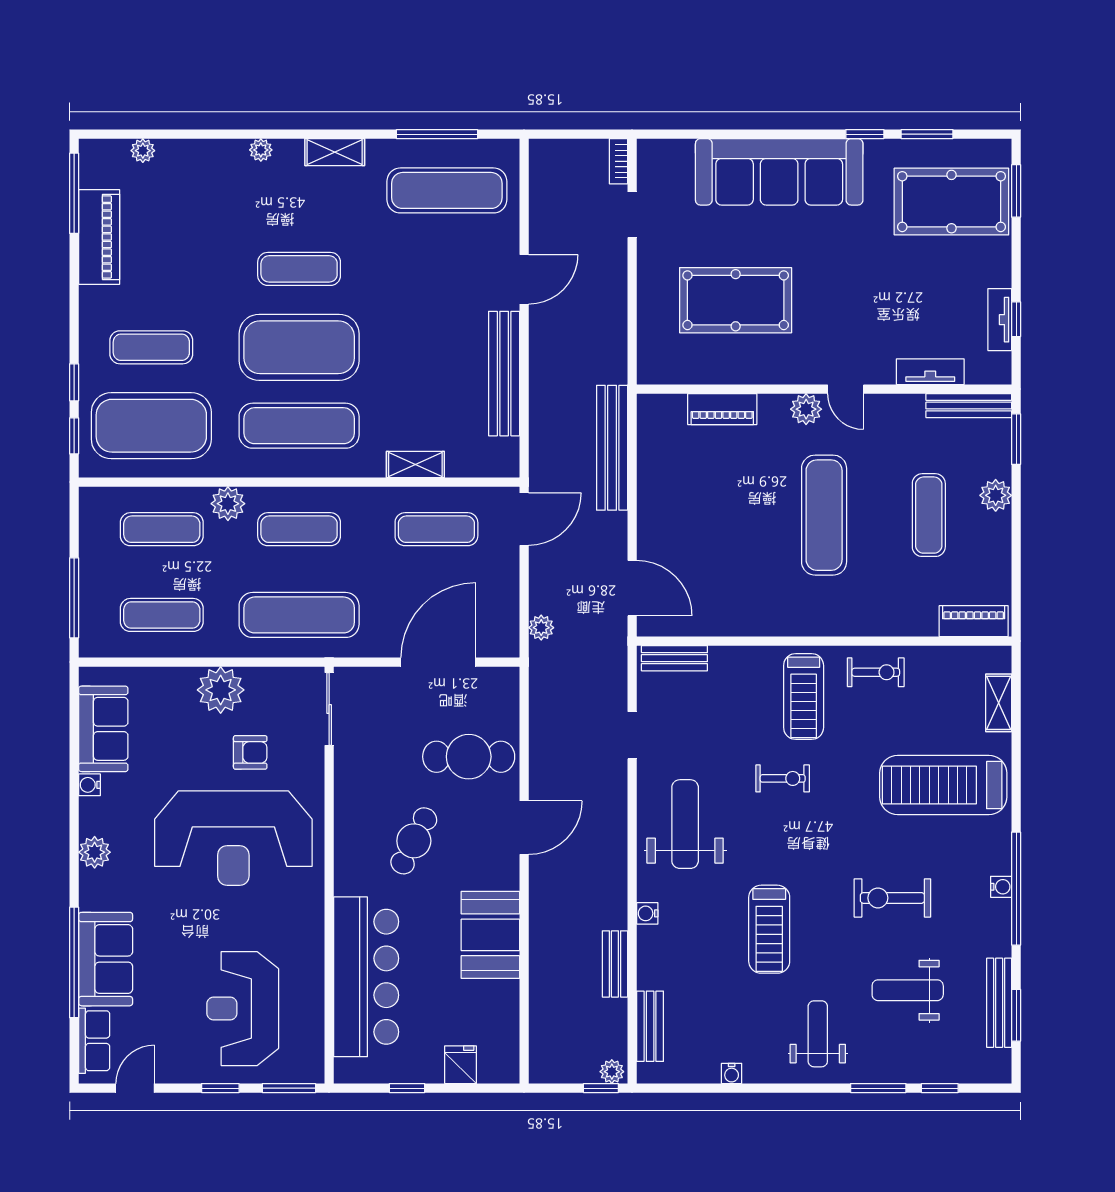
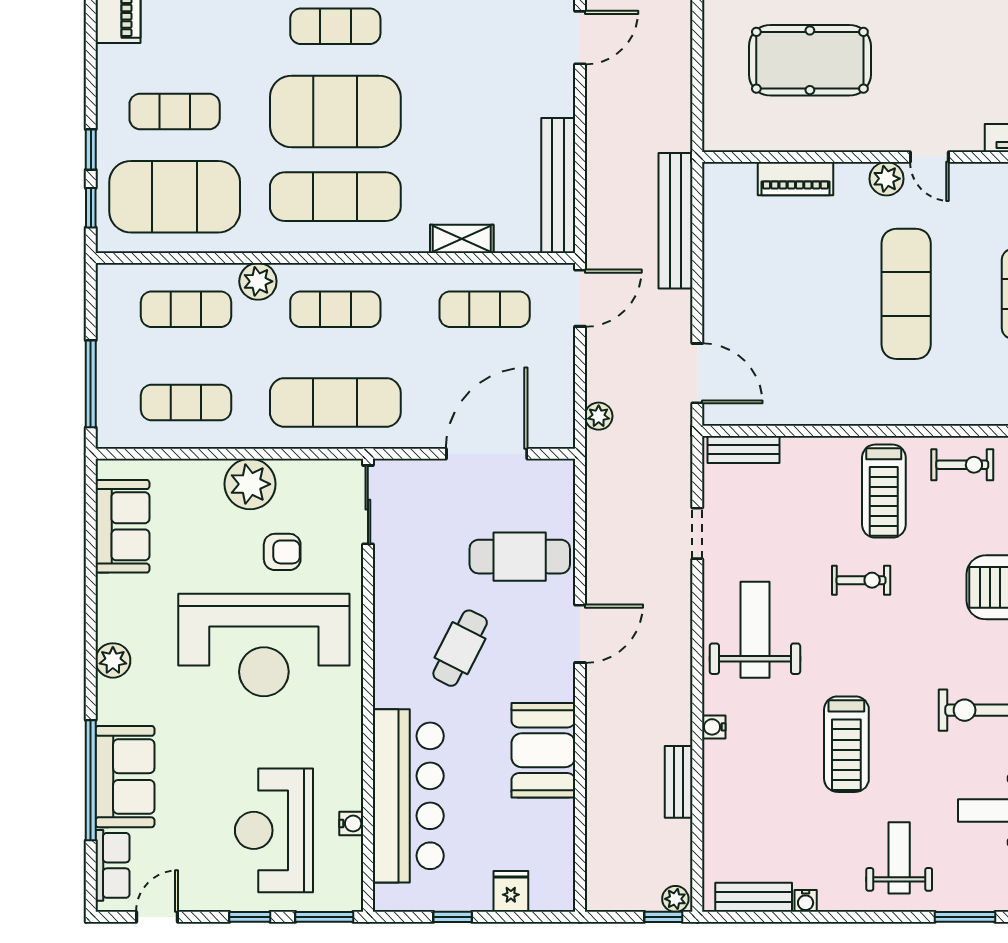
bench: (504, 374) -> (558, 185), moved
water cooler: (89, 785) -> (351, 824), moved, turned 180
bench: (650, 1026) -> (754, 897), moved, turned 90

